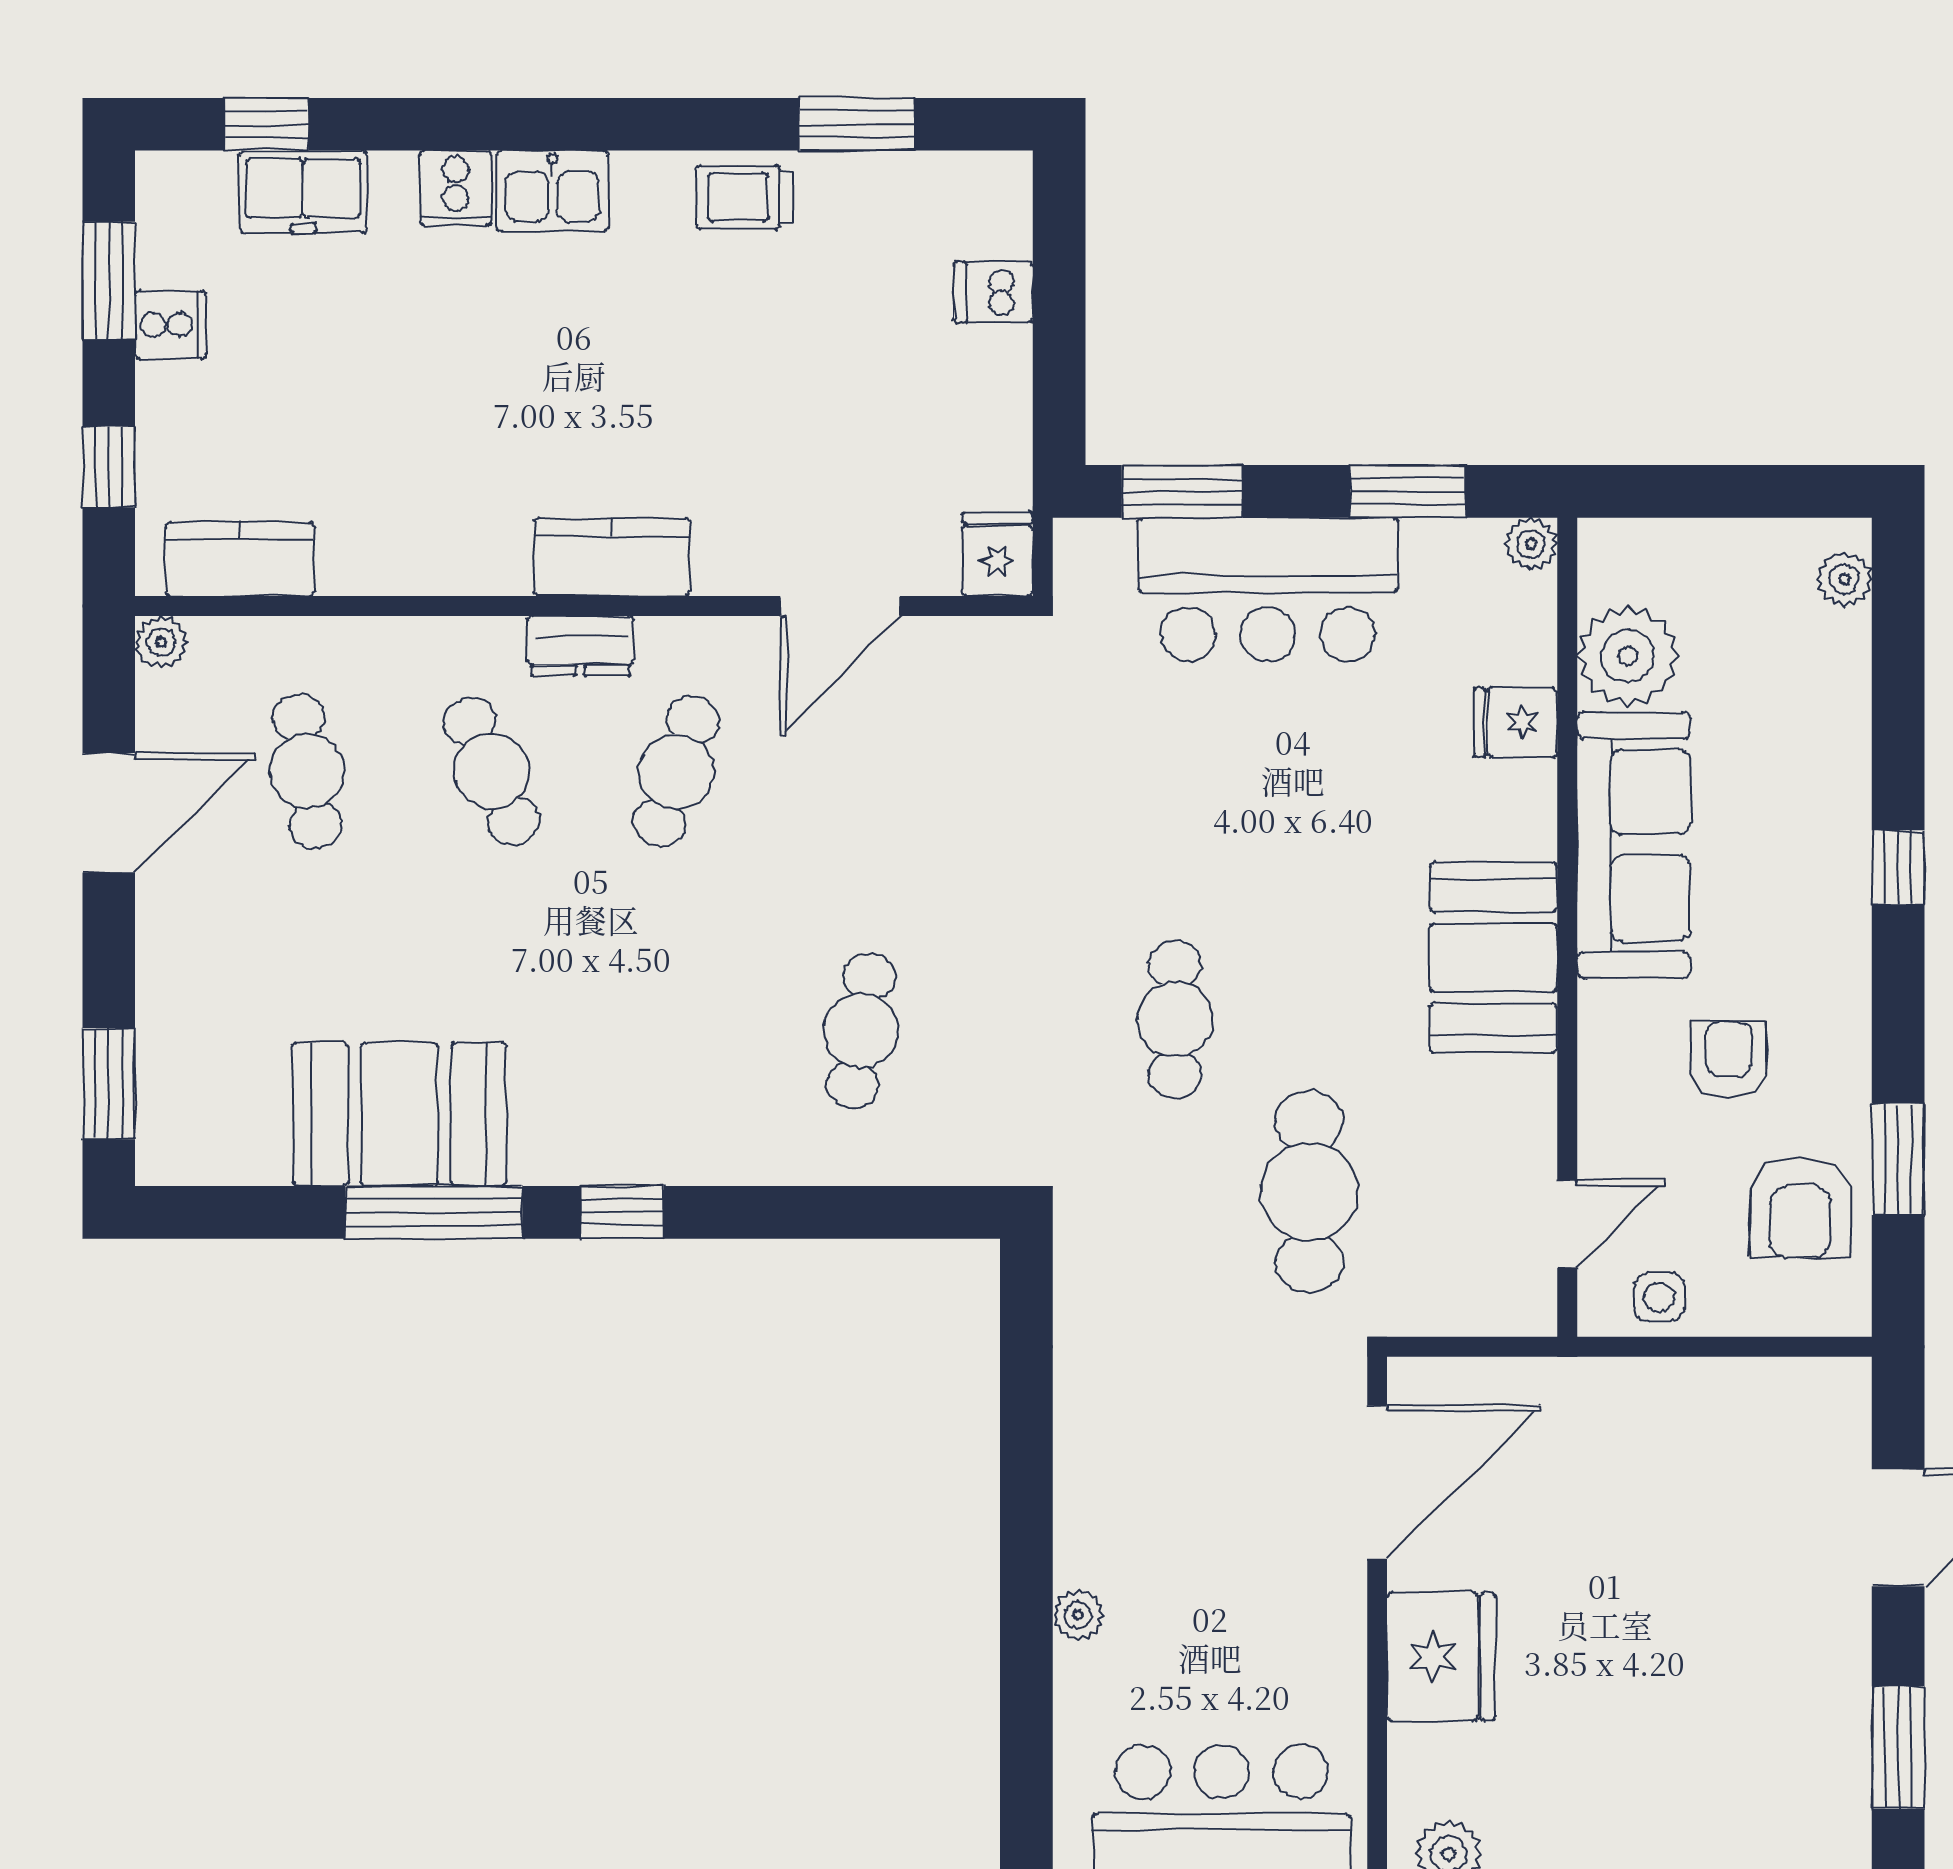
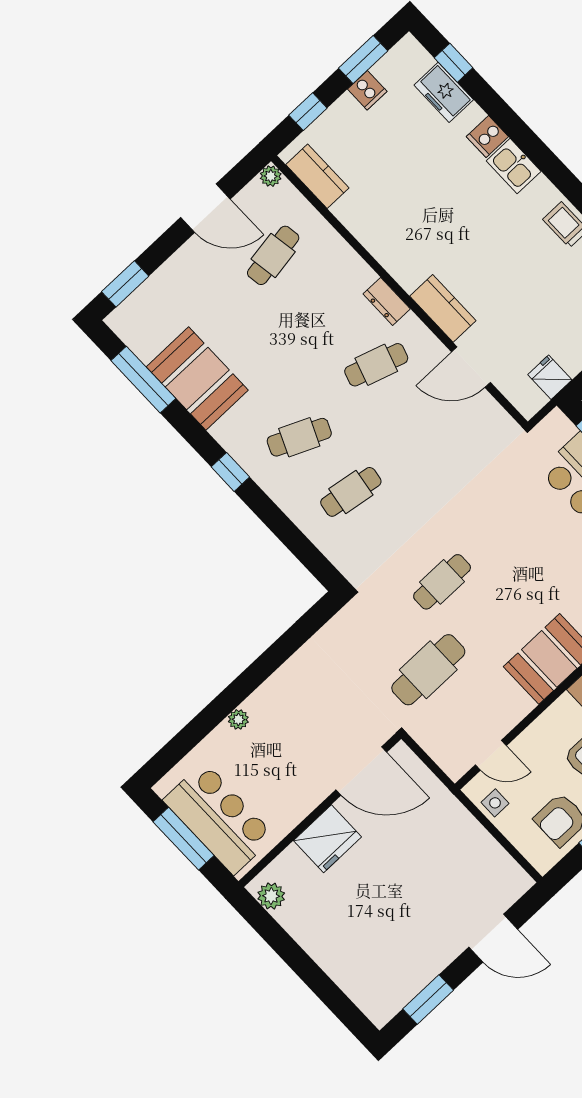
fridge: (998, 554) -> (550, 377), moved, turned -90
kitchen counter: (612, 557) -> (443, 308), moved
cafe table: (492, 771) -> (299, 437), moved, turned 48
window: (434, 1212) -> (143, 380), moved

